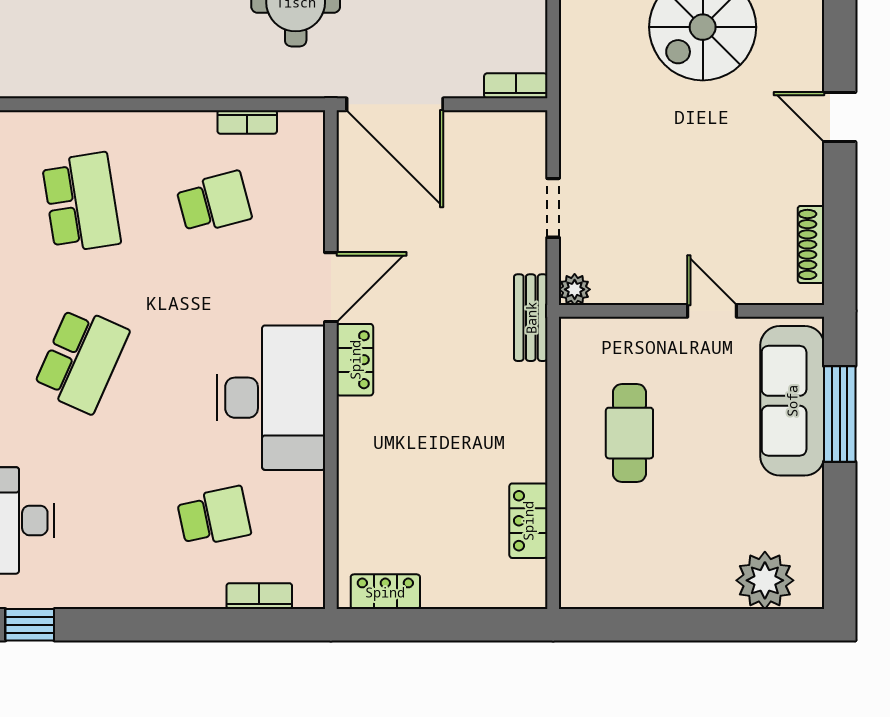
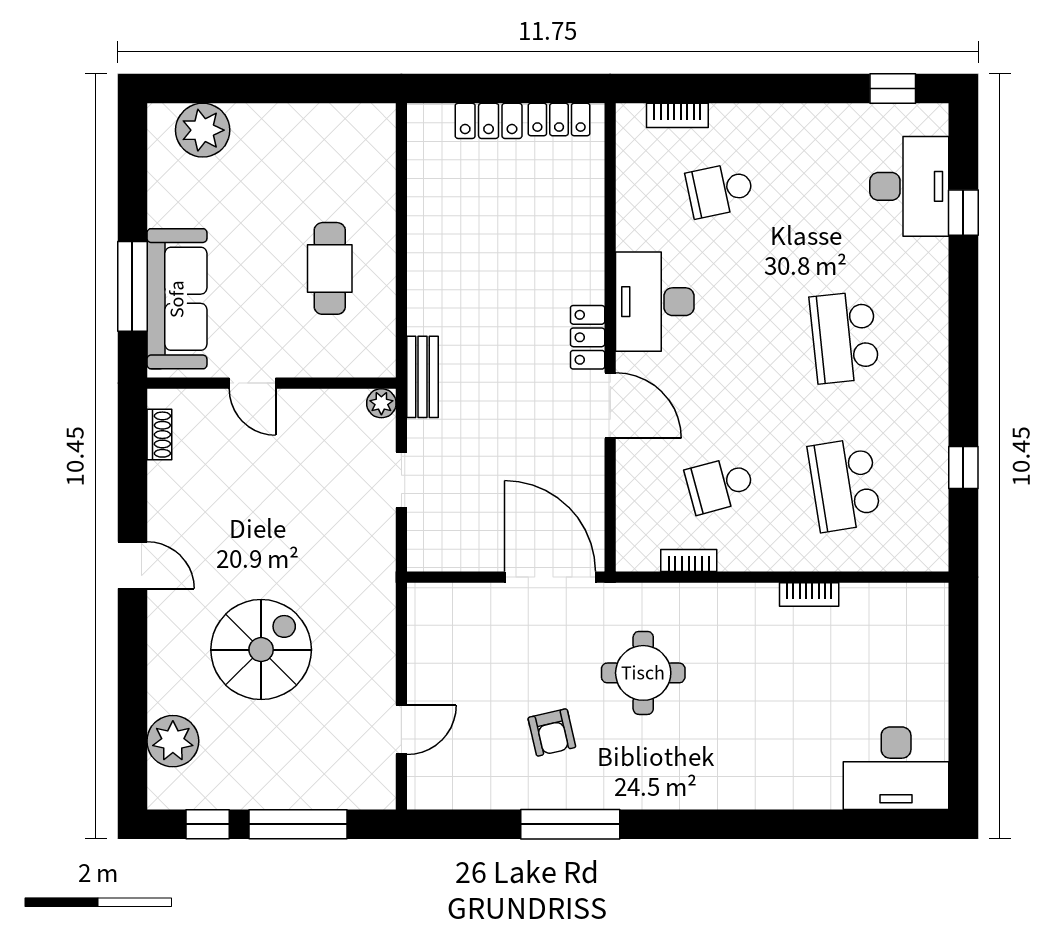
bookcase: (516, 86) -> (809, 594), moved
shoe rack: (811, 244) -> (159, 435), width x0.70
door: (331, 287) -> (610, 405), swing flipped
school desk: (81, 360) -> (844, 337), turned -30
desk: (271, 398) -> (655, 302), width x0.73, depth x0.77
locker: (528, 521) -> (489, 121), moved, turned 90

